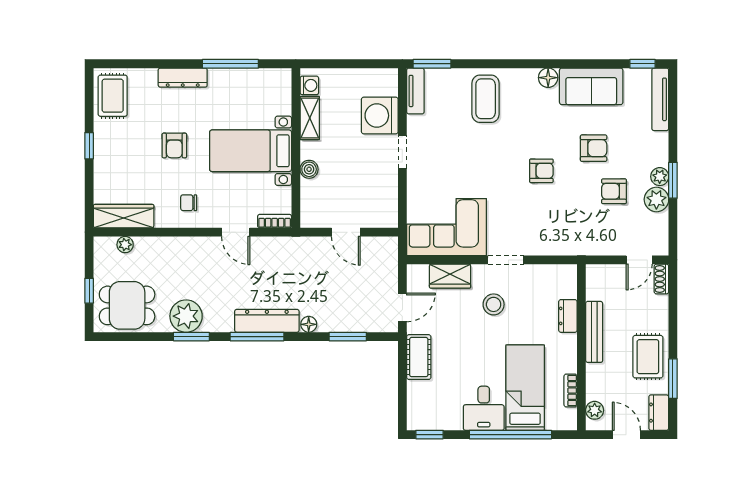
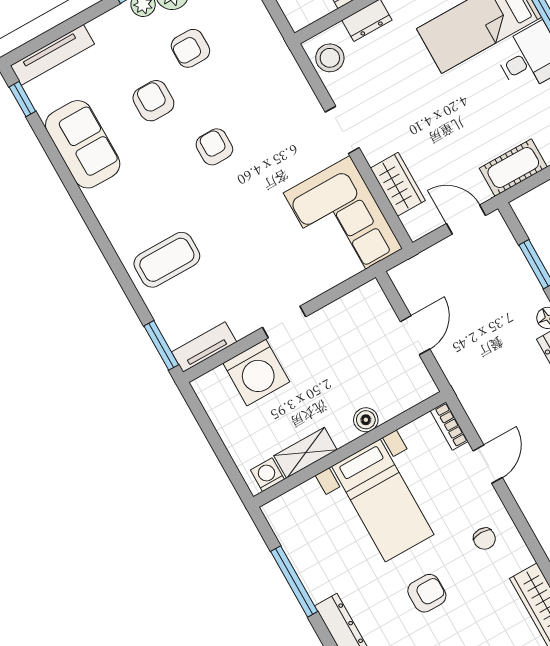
floor lamp: (548, 78) -> (101, 200), removed
armchair: (614, 191) -> (190, 48), turned 90
stool: (494, 304) -> (330, 58), moved

